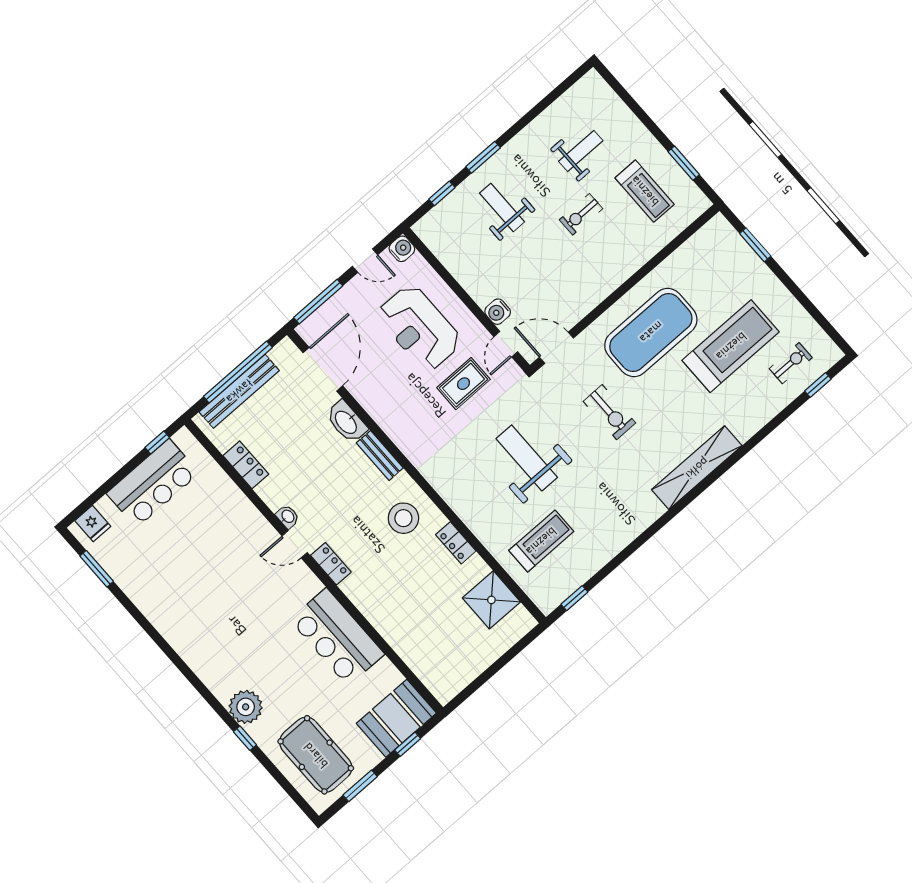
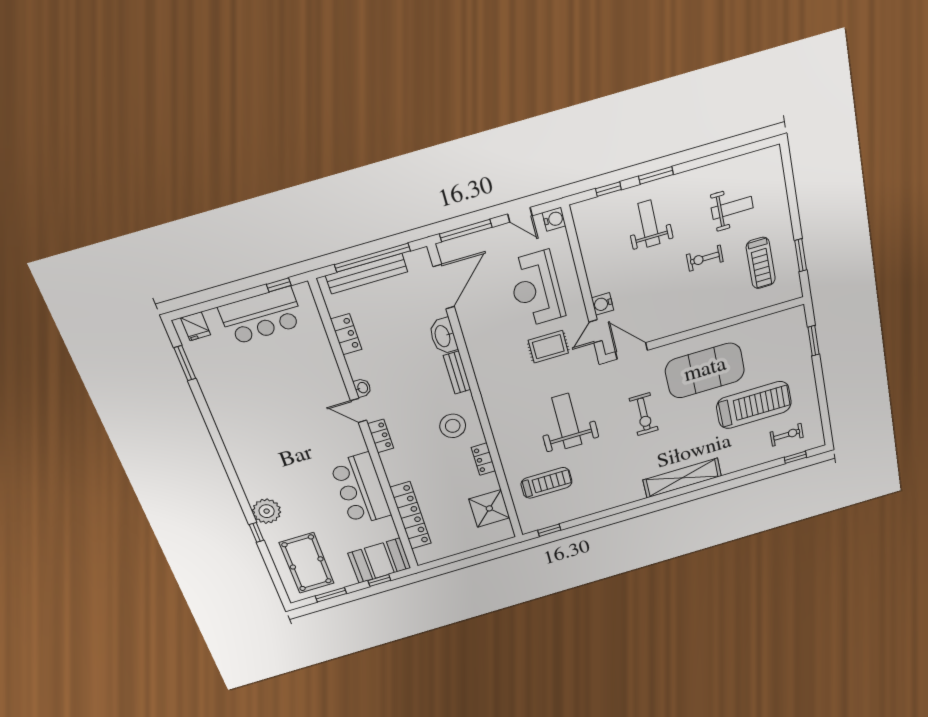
locker: (406, 646) -> (411, 516), added

